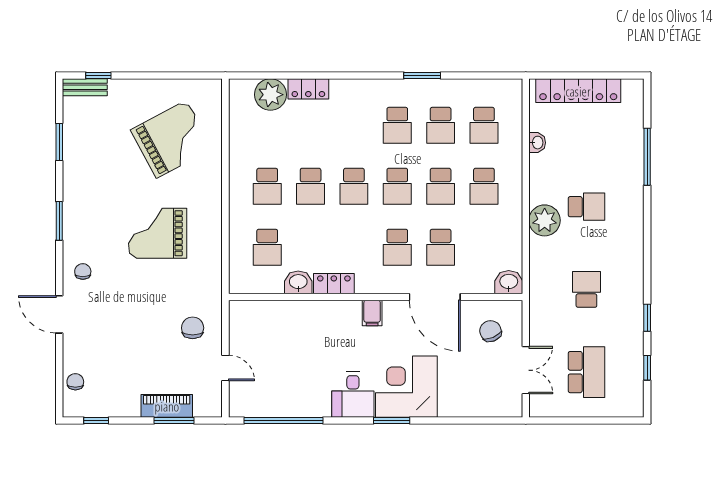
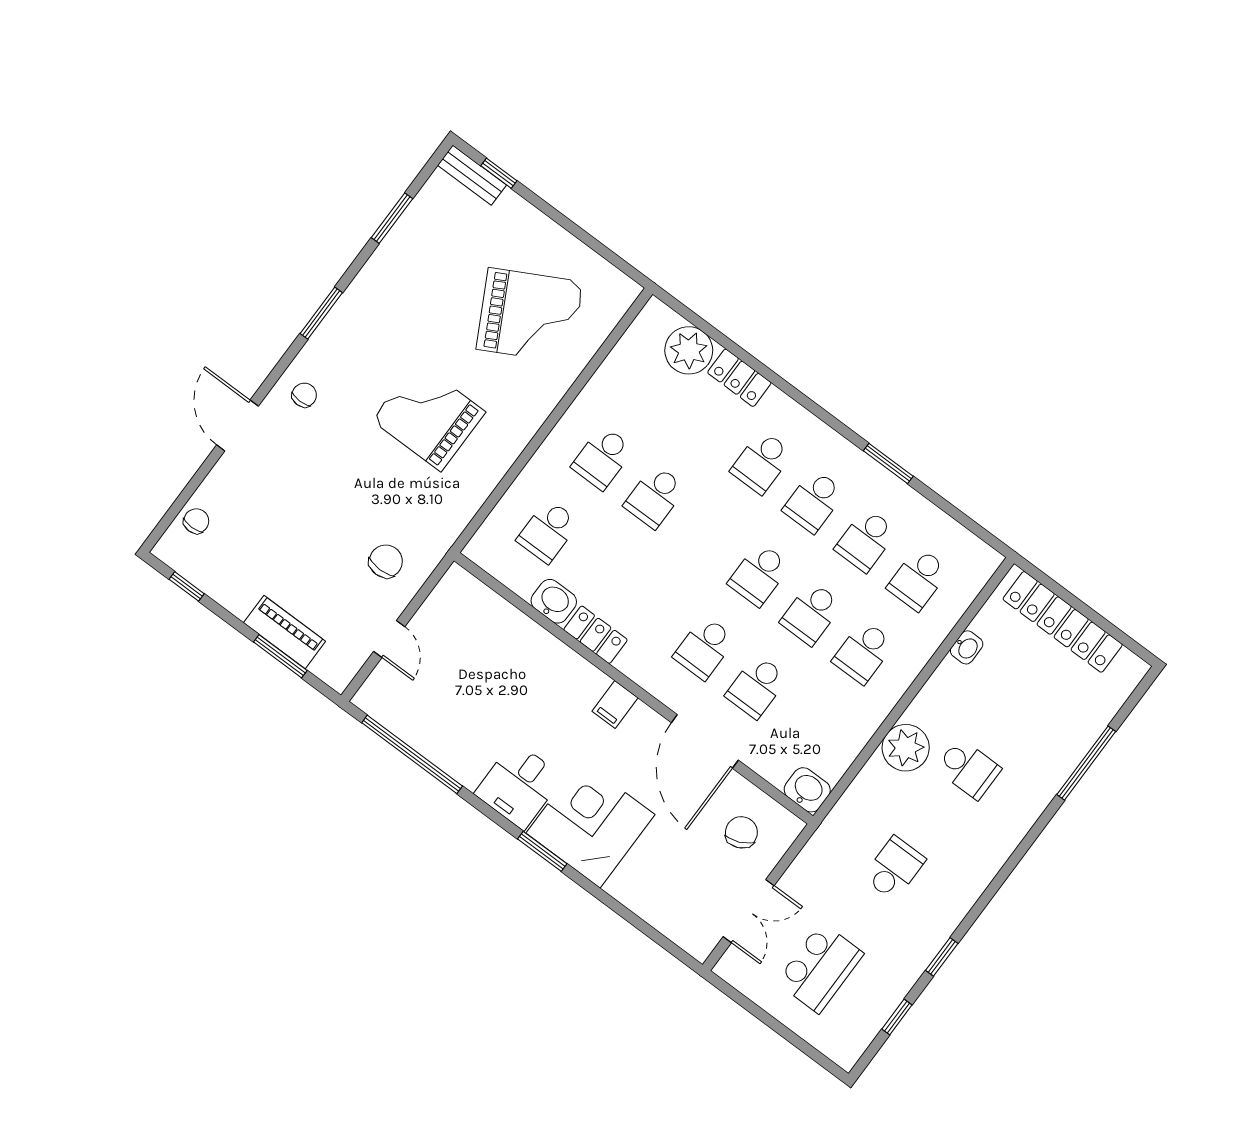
school desk: (354, 186) -> (762, 462), moved

